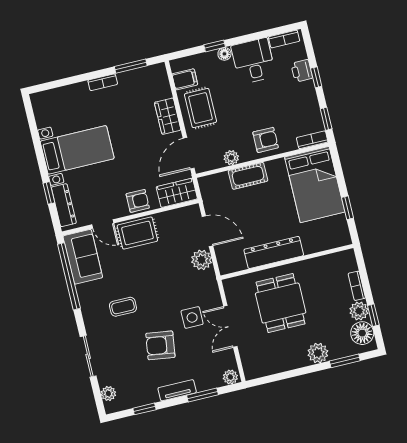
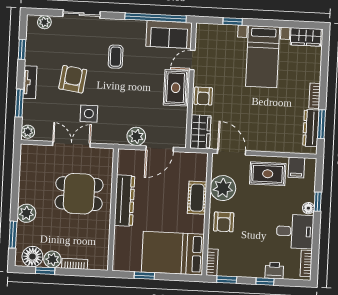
wardrobe: (168, 116) -> (306, 37), moved, turned 180
plant: (231, 158) -> (223, 188), width x1.87, depth x1.87
dresser: (64, 205) -> (311, 128), moved, turned 90

